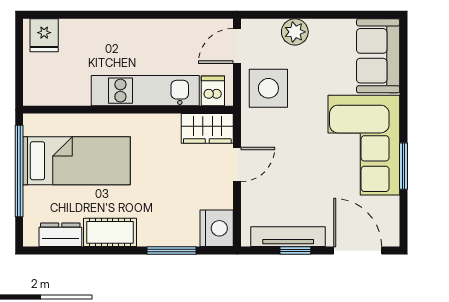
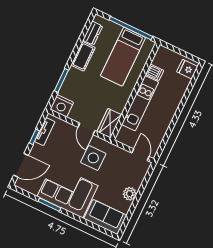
plant: (295, 32) -> (130, 194), moved
side table: (268, 88) -> (93, 158), moved
dishwasher: (213, 91) -> (155, 72), moved
tv unit: (288, 237) -> (45, 132), width x0.71

